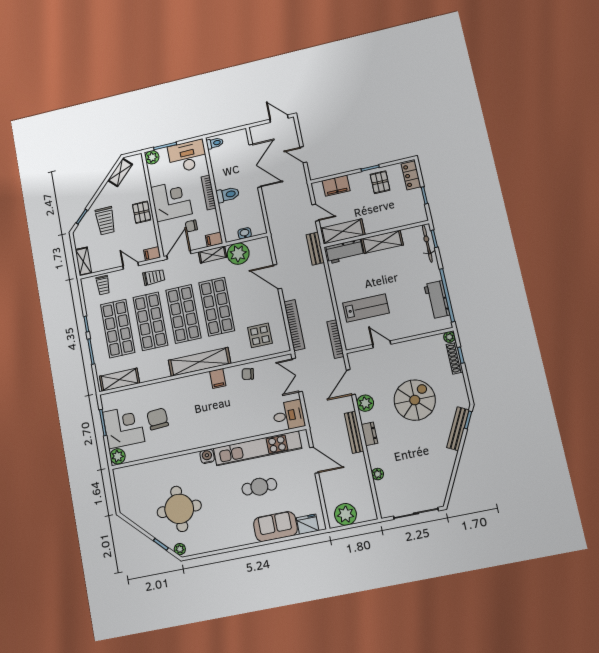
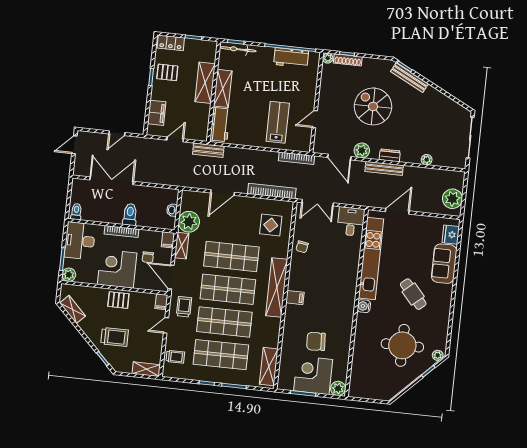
shelving: (343, 231) -> (205, 83), moved
filing cabinet: (218, 378) -> (295, 298), moved
cafe table: (259, 487) -> (413, 294), moved, turned -41

